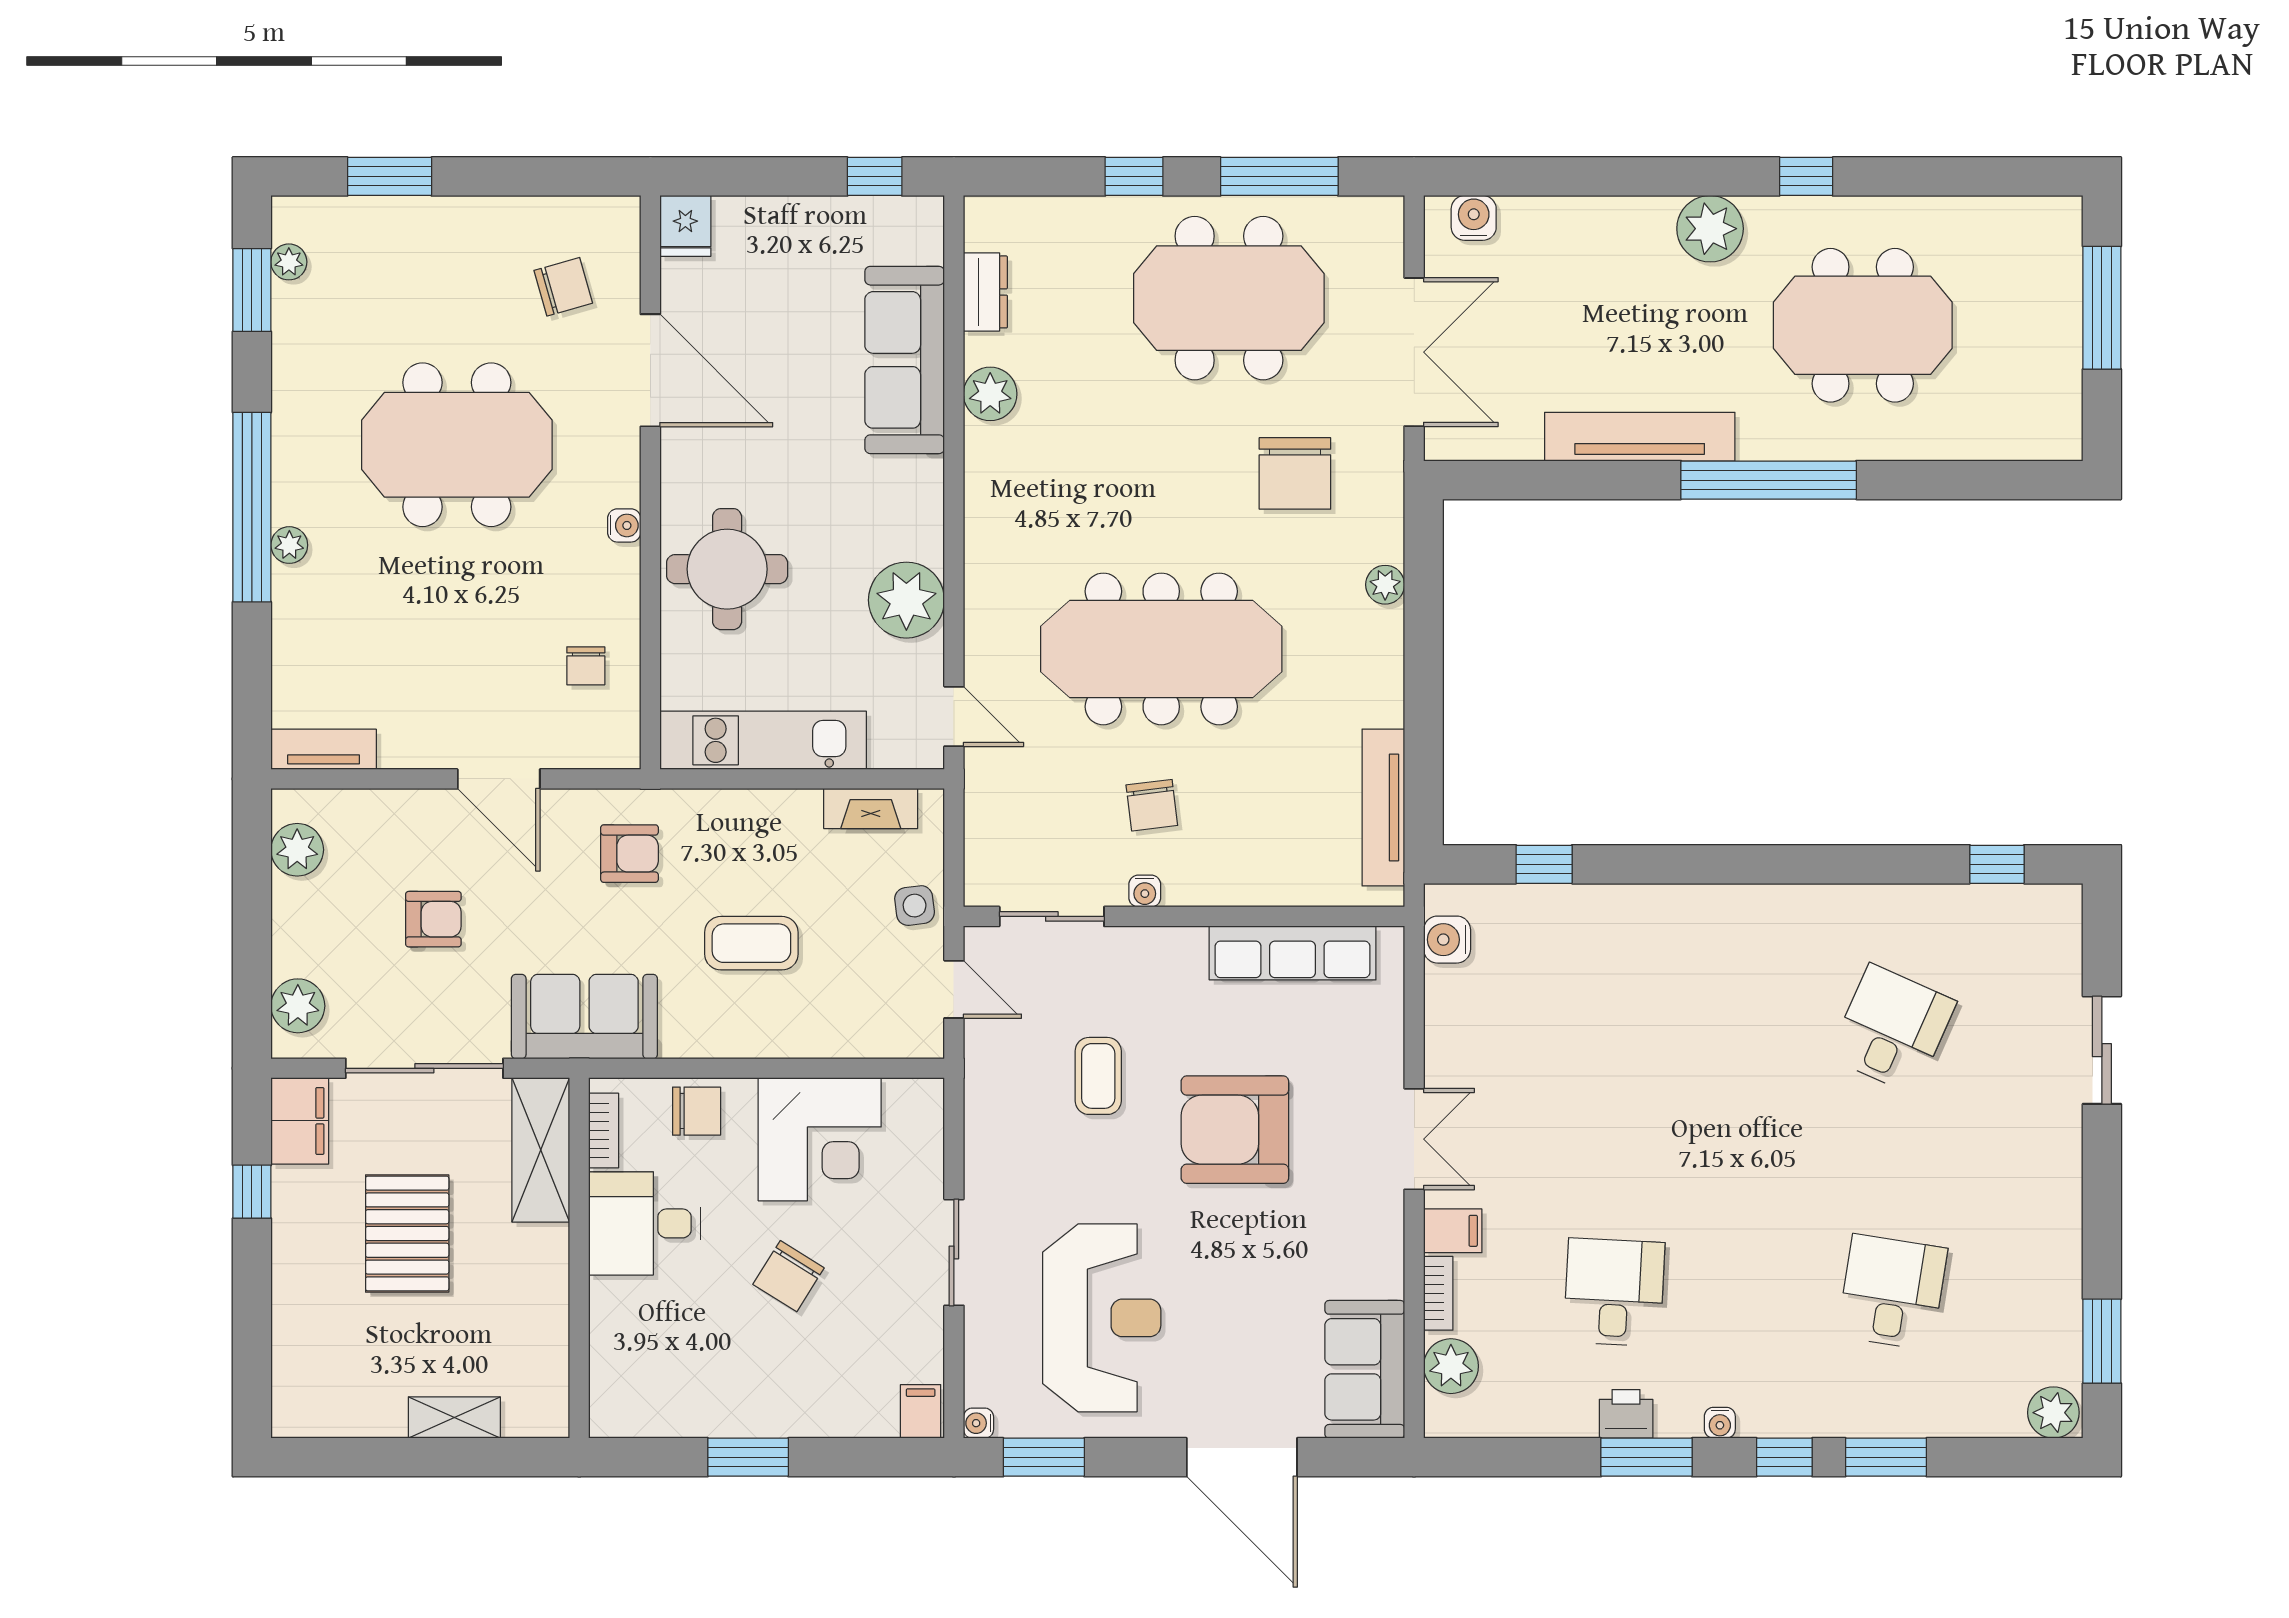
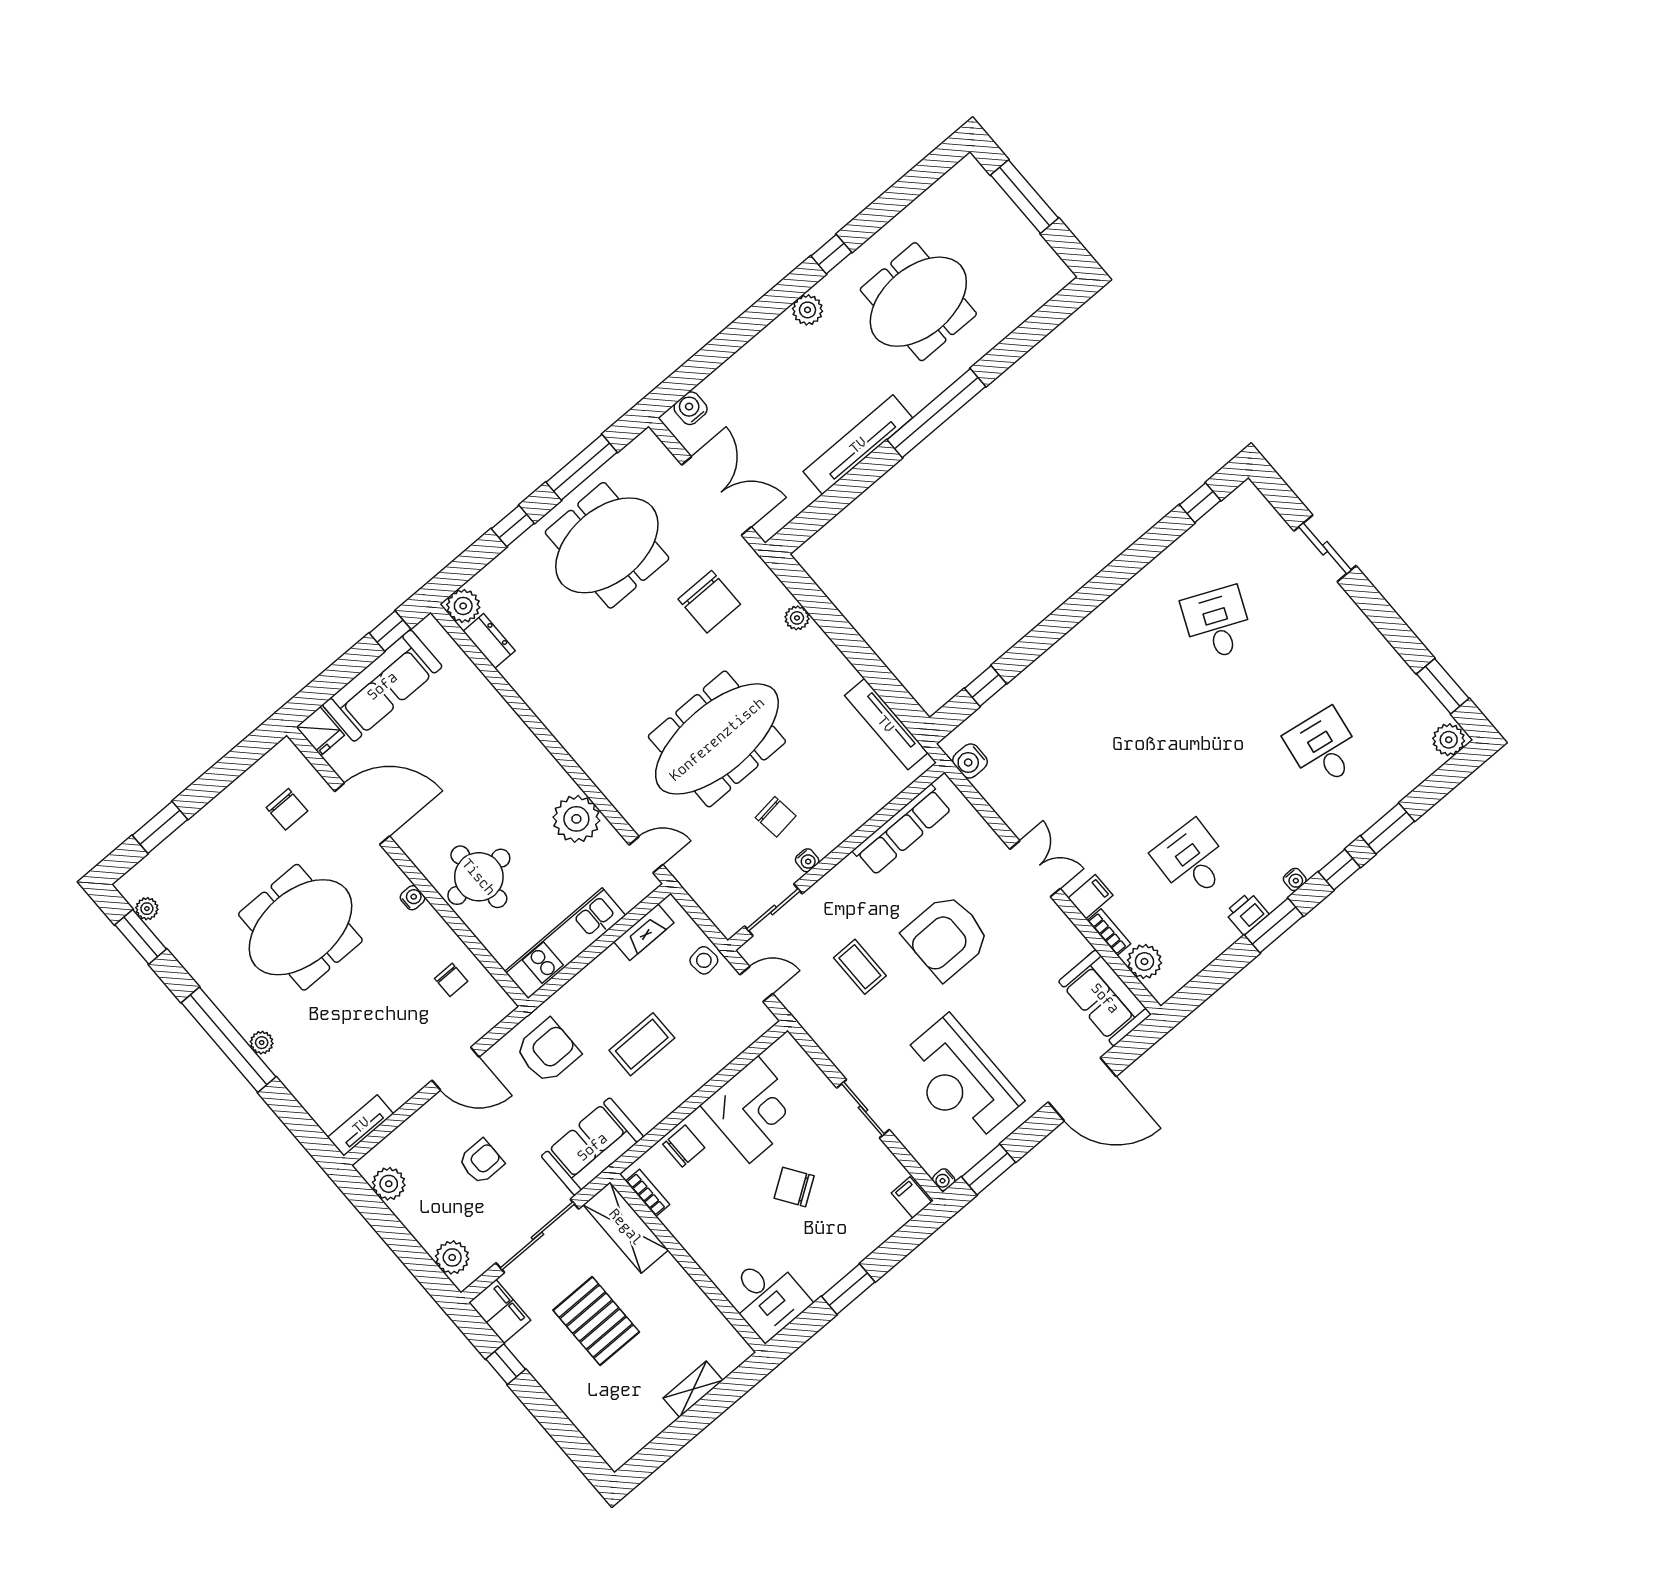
plant: (1710, 229) -> (808, 310), width x0.73, depth x0.73
chair: (563, 287) -> (287, 809), turned 106
sofa: (905, 360) -> (382, 686), moved, turned -90
plant: (990, 394) -> (463, 606), moved
armchair: (629, 854) -> (548, 1051), width x1.38, depth x1.38
desk: (644, 1223) -> (767, 1297), moved, turned -90
chair: (789, 1276) -> (794, 1187), turned 114
reception desk: (1102, 1318) -> (959, 1080), turned 180

